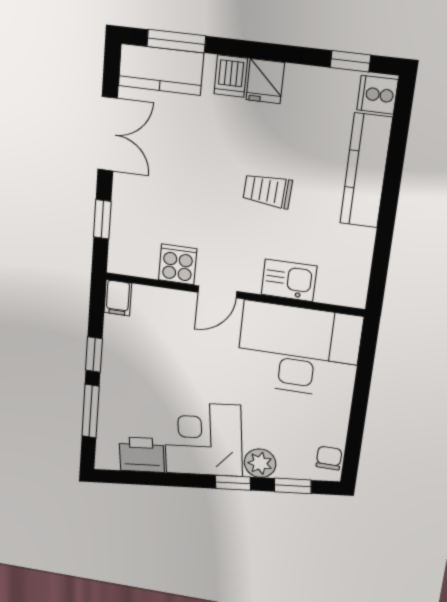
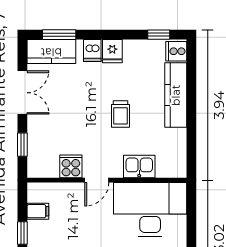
trolley: (268, 191) -> (121, 114), turned -93
filing cabinet: (118, 298) -> (38, 211), moved, turned -90

